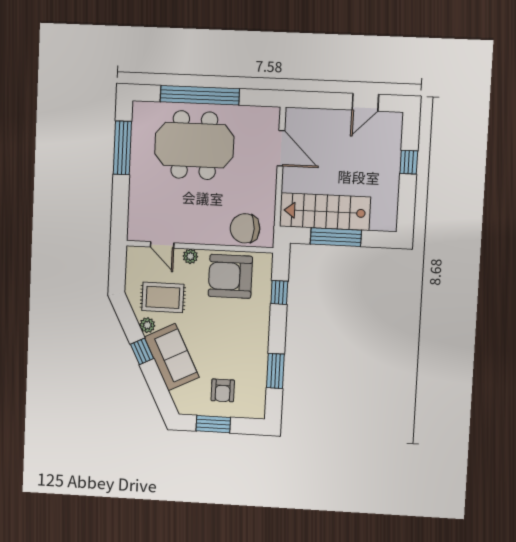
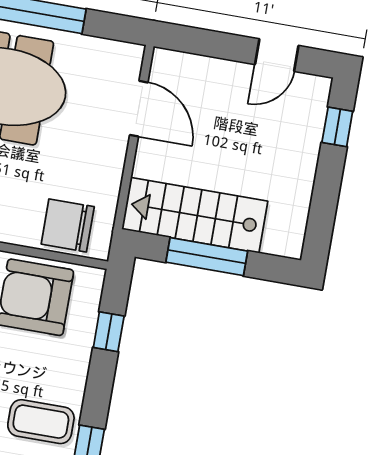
window: (409, 162) -> (337, 127), moved
coffee table: (244, 354) -> (41, 422), added

